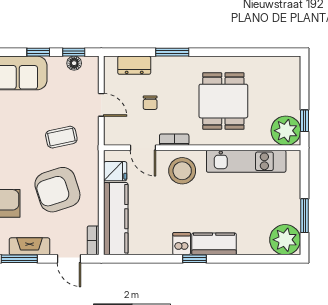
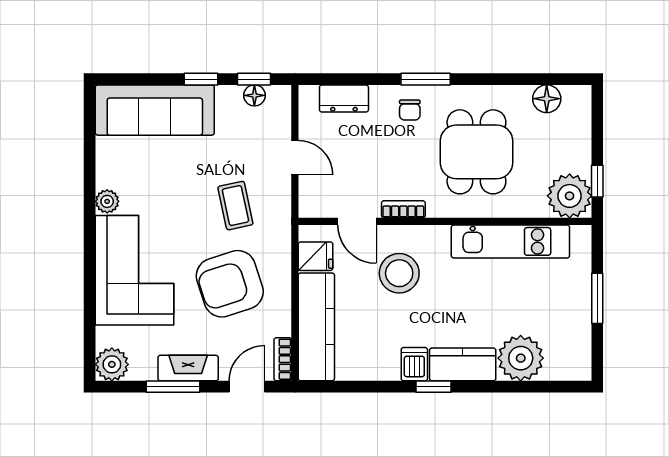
window: (172, 52) -> (426, 79), moved
floor lamp: (271, 65) -> (547, 99), added
chair: (150, 103) -> (410, 110), moved
coffee table: (61, 137) -> (235, 206), turned 90
stool: (182, 171) -> (399, 273), moved
window: (305, 216) -> (597, 298), moved
plant: (285, 240) -> (521, 358), moved
door: (69, 259) -> (247, 387), swing flipped

